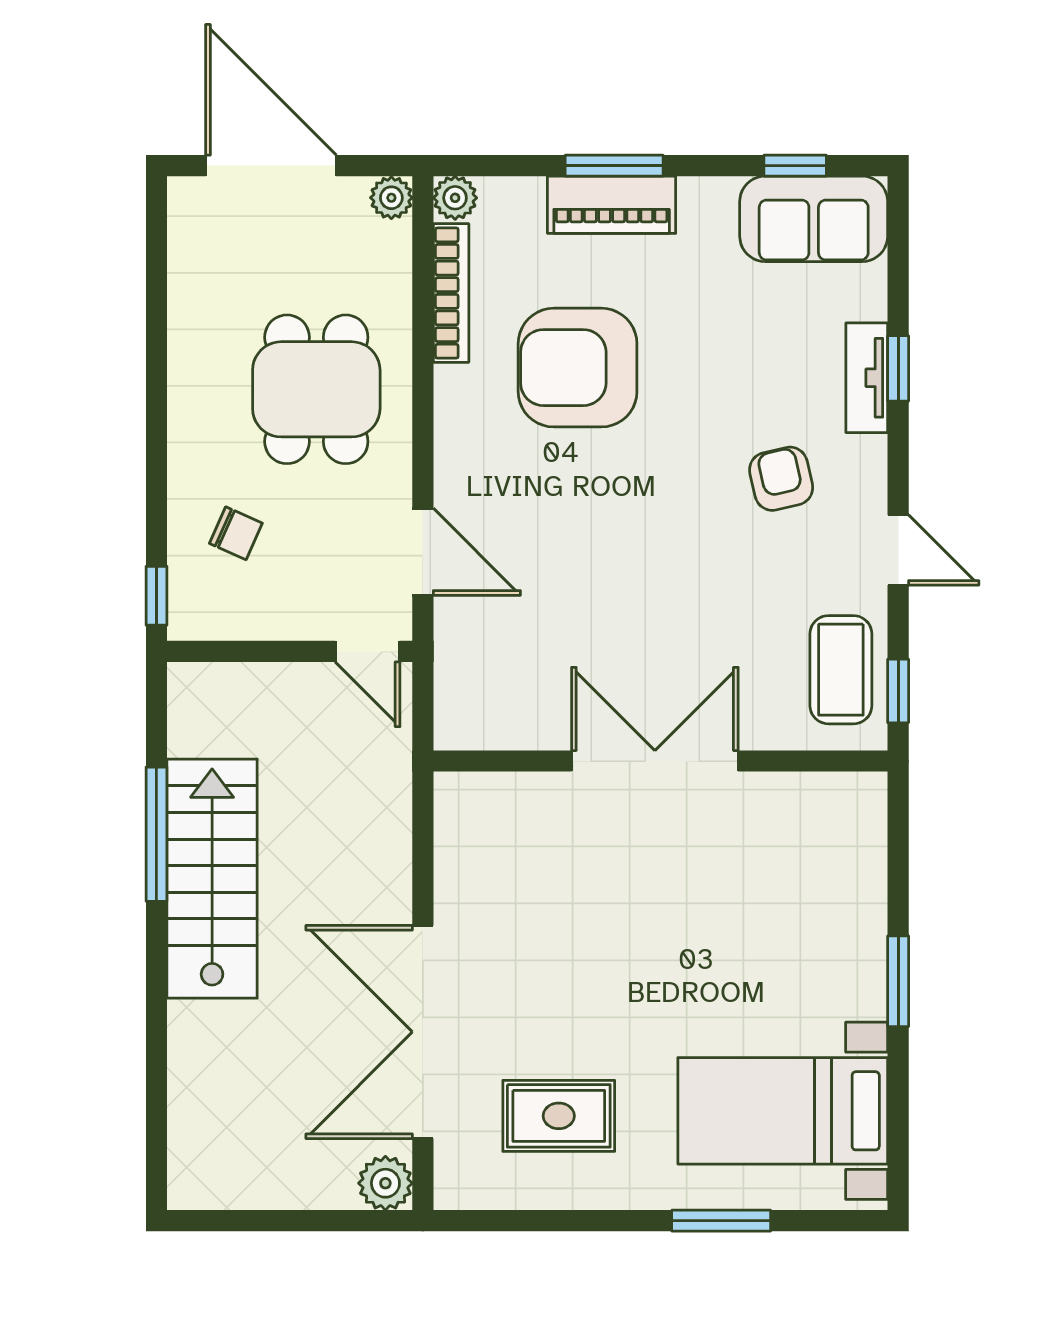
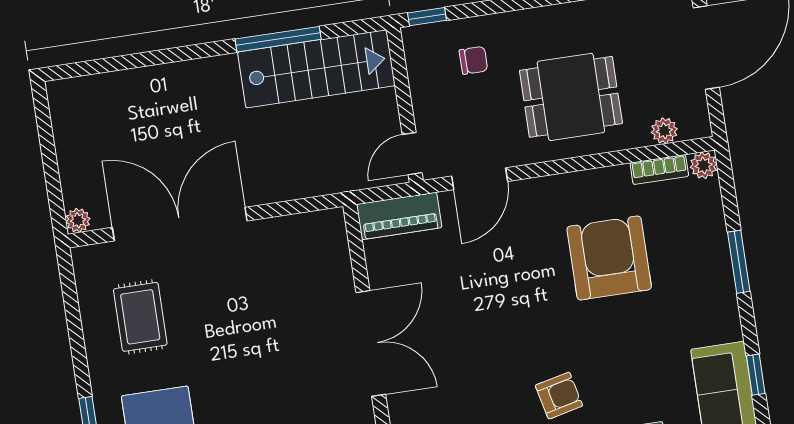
plant: (391, 198) -> (664, 131), moved
piano: (612, 205) -> (399, 216), moved, turned -90
bookcase: (451, 293) -> (659, 170), width x0.64
chair: (236, 533) -> (473, 60), turned -114
stairs: (212, 879) -> (316, 69), moved
plant: (385, 1183) -> (78, 220), width x0.73, depth x0.73

